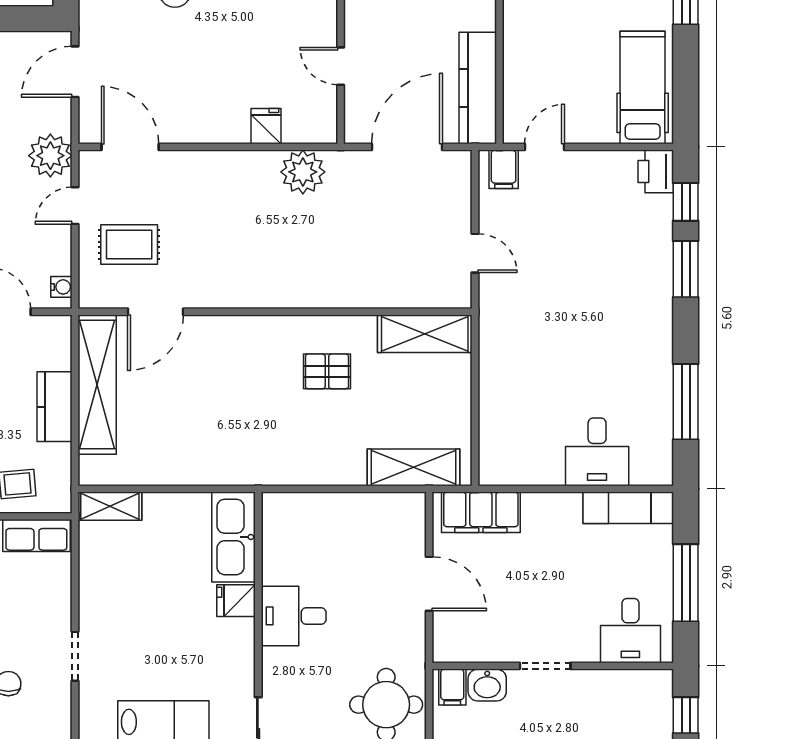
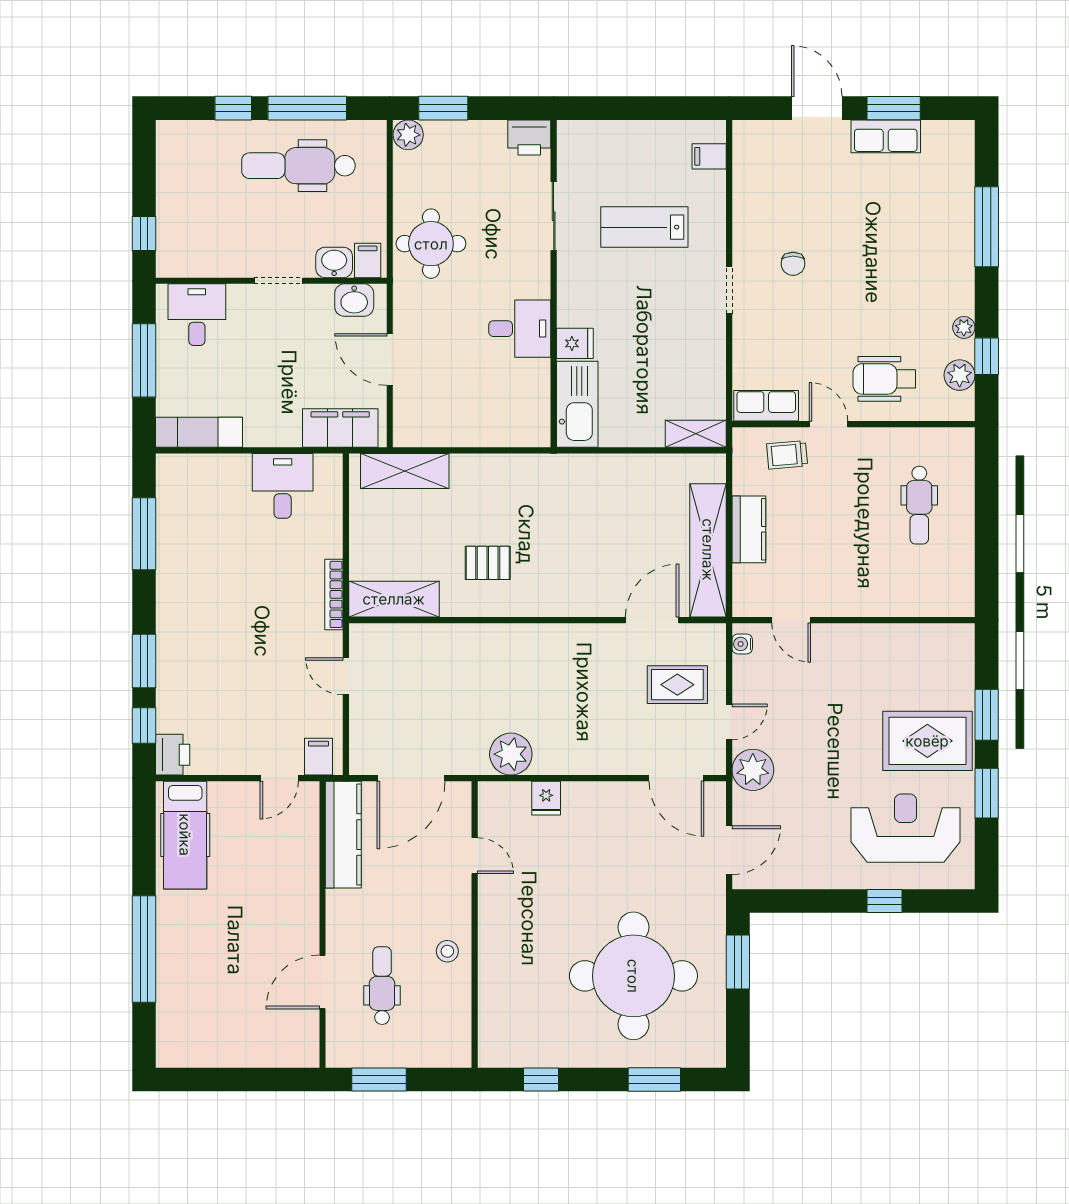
bookcase: (487, 339) -> (334, 594), added
desk: (597, 452) -> (283, 486), moved
washbasin: (466, 646) -> (354, 300), added

